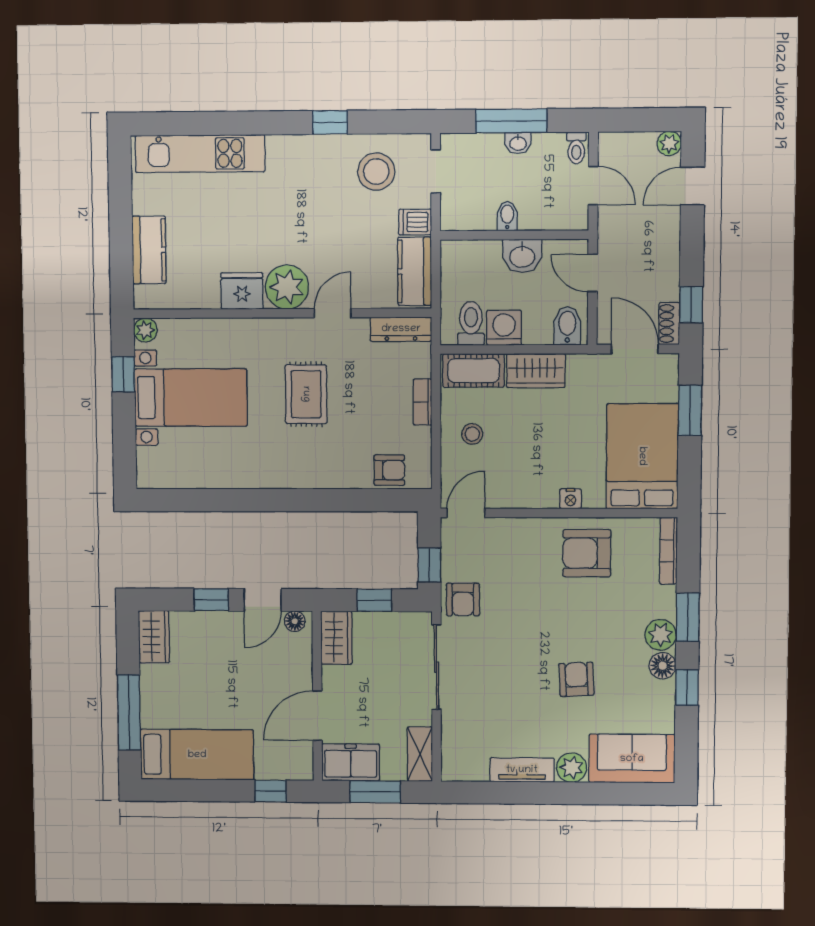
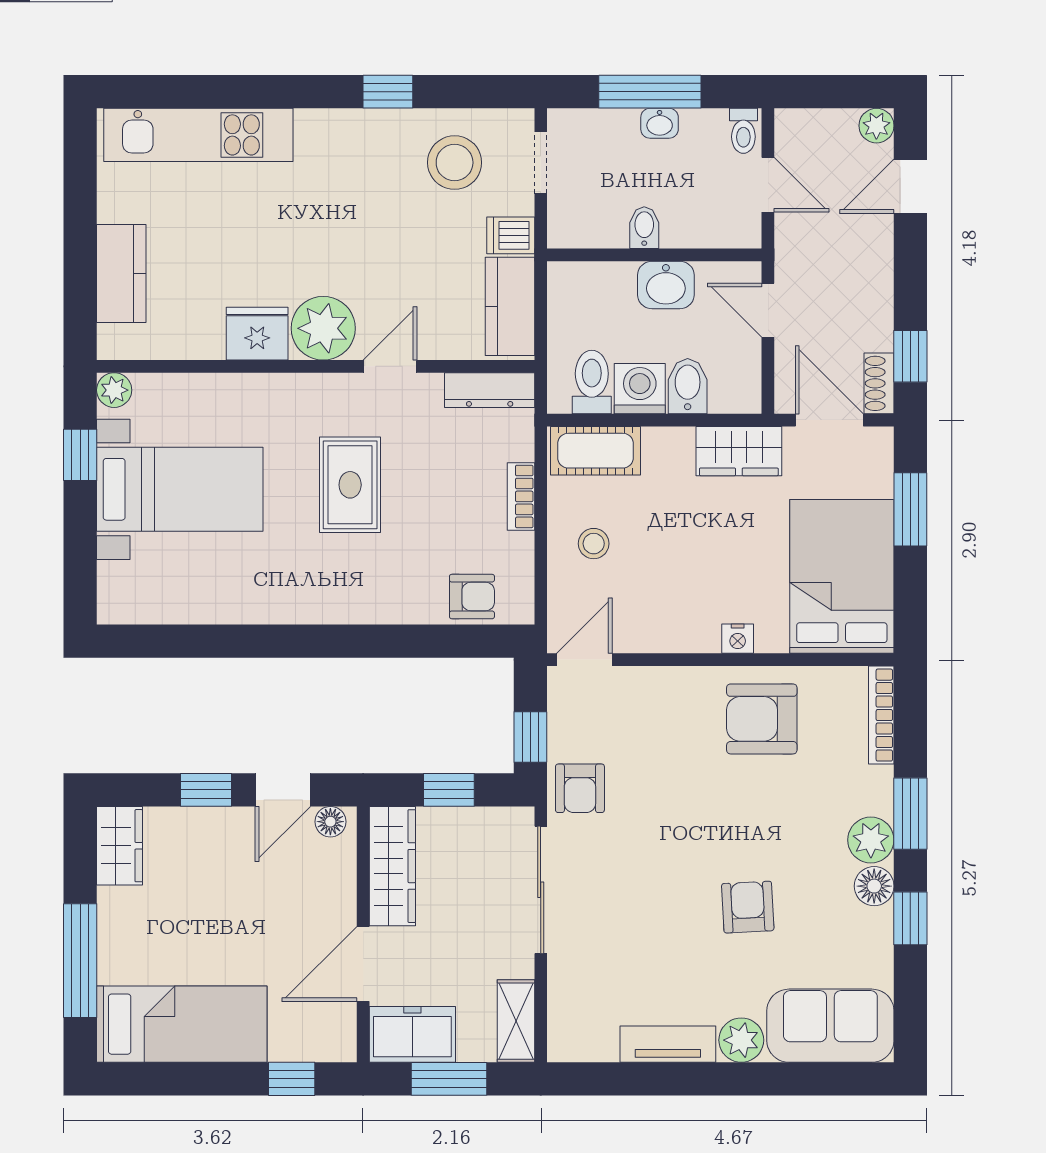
bidet: (567, 326) -> (688, 386), moved
wardrobe: (536, 371) -> (739, 451), moved
wardrobe: (336, 638) -> (392, 866), width x1.50

